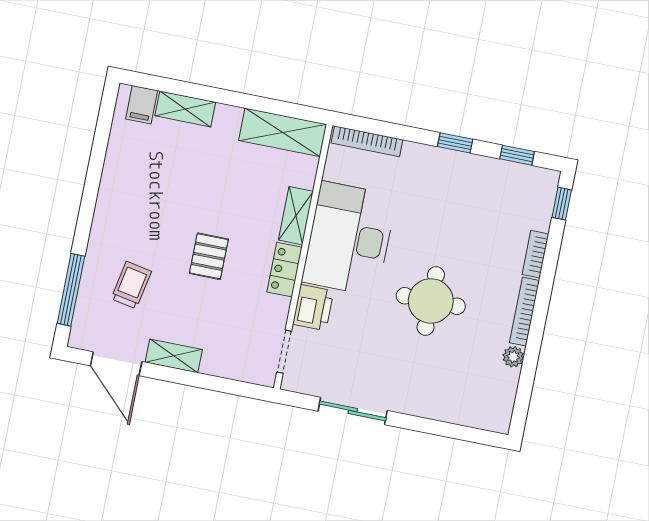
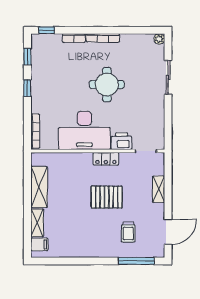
shelving: (283, 132) -> (39, 187), moved
shelving: (296, 216) -> (78, 159), removed
pallet: (209, 256) -> (107, 197), width x1.50, depth x1.42
trolley: (131, 285) -> (128, 232), turned -101
shelving: (174, 356) -> (159, 189), moved
plant: (513, 357) -> (159, 39), moved
sliding door: (353, 411) -> (168, 77), moved

